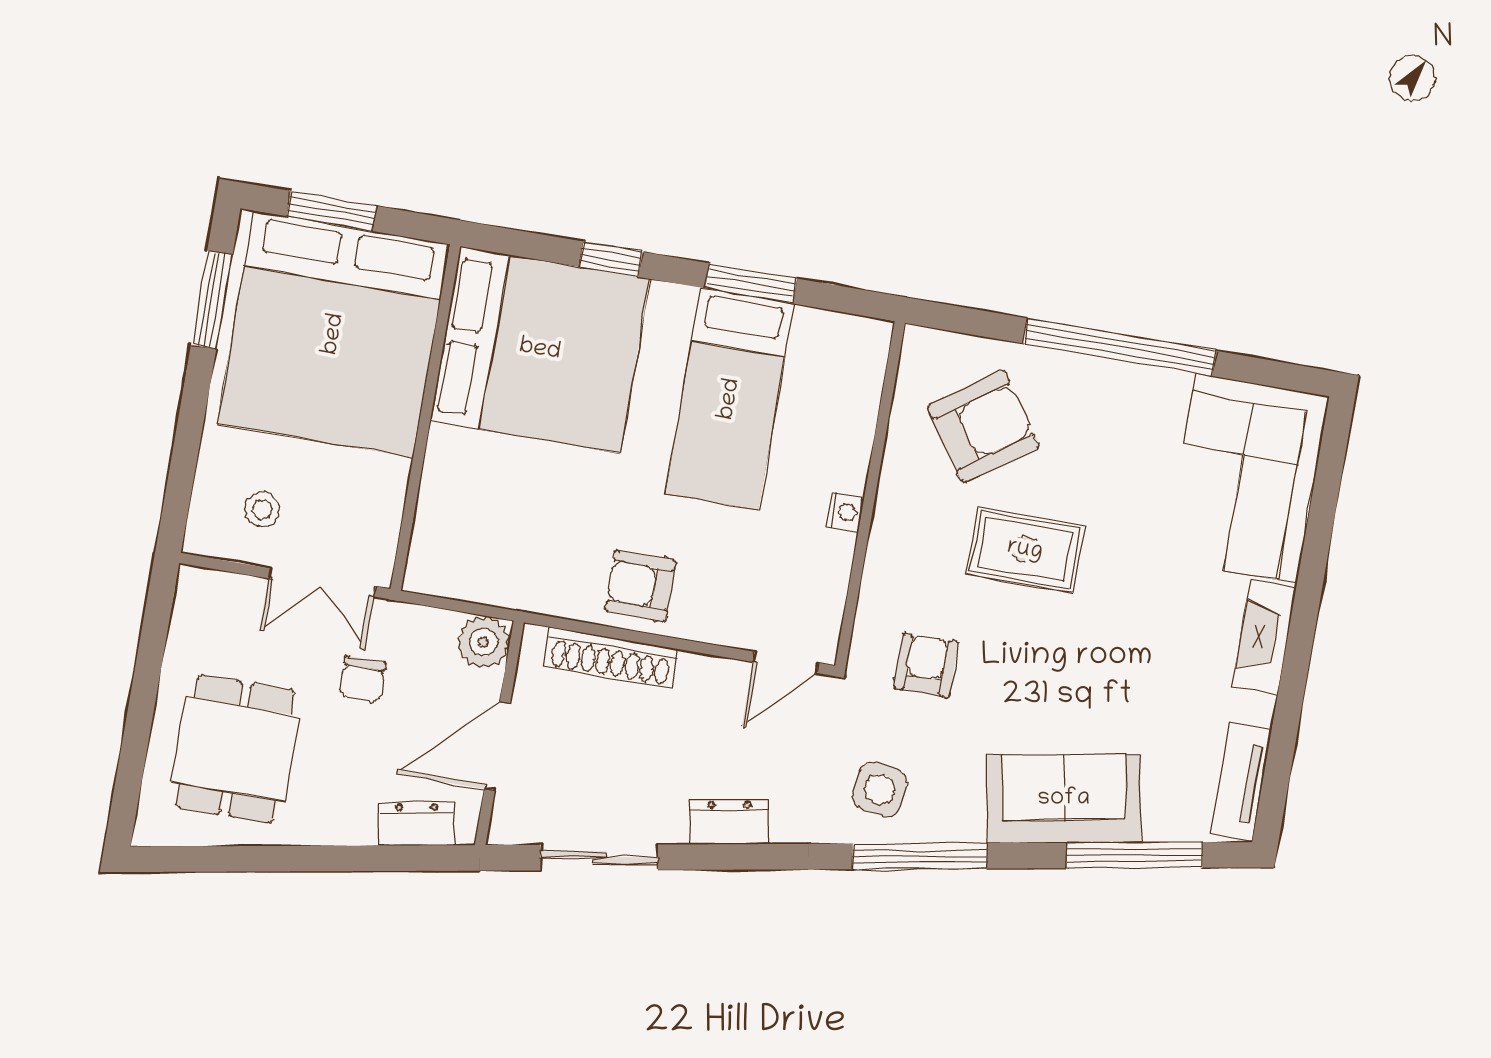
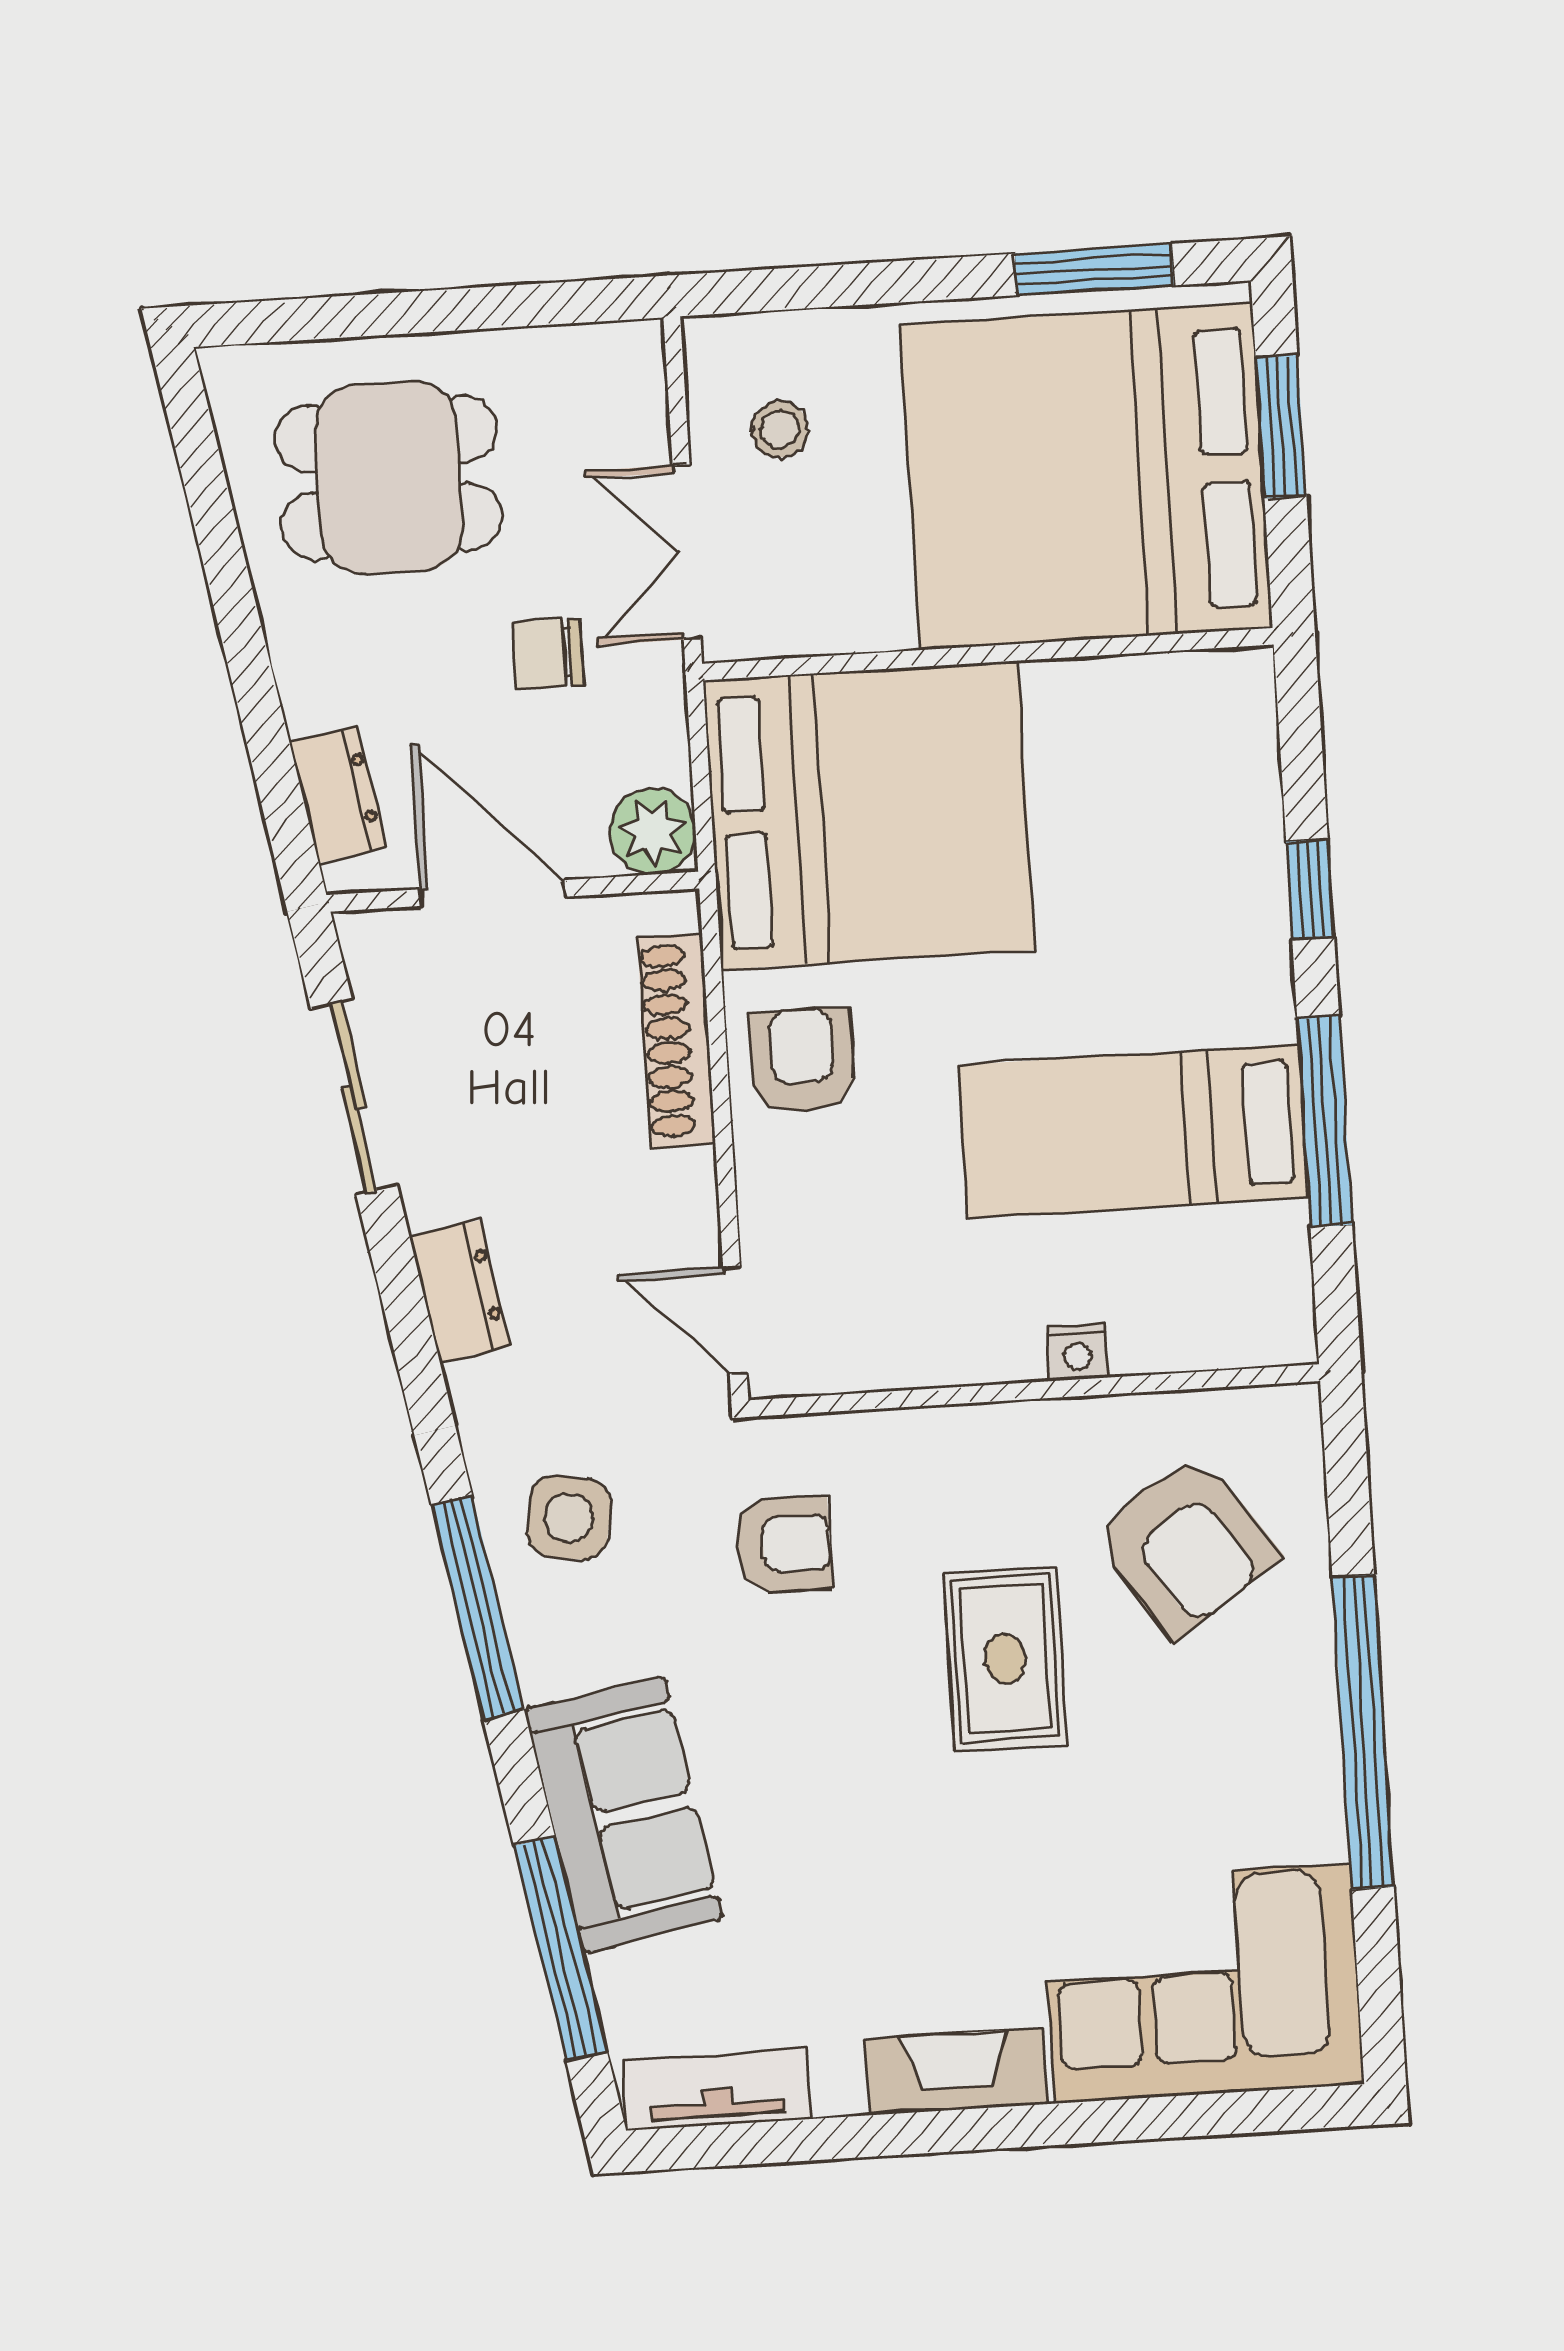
window: (751, 283) -> (1325, 1121), width x1.44
bed: (540, 350) -> (869, 815), moved, turned -90
nightstand: (845, 512) -> (1077, 1352), moved

